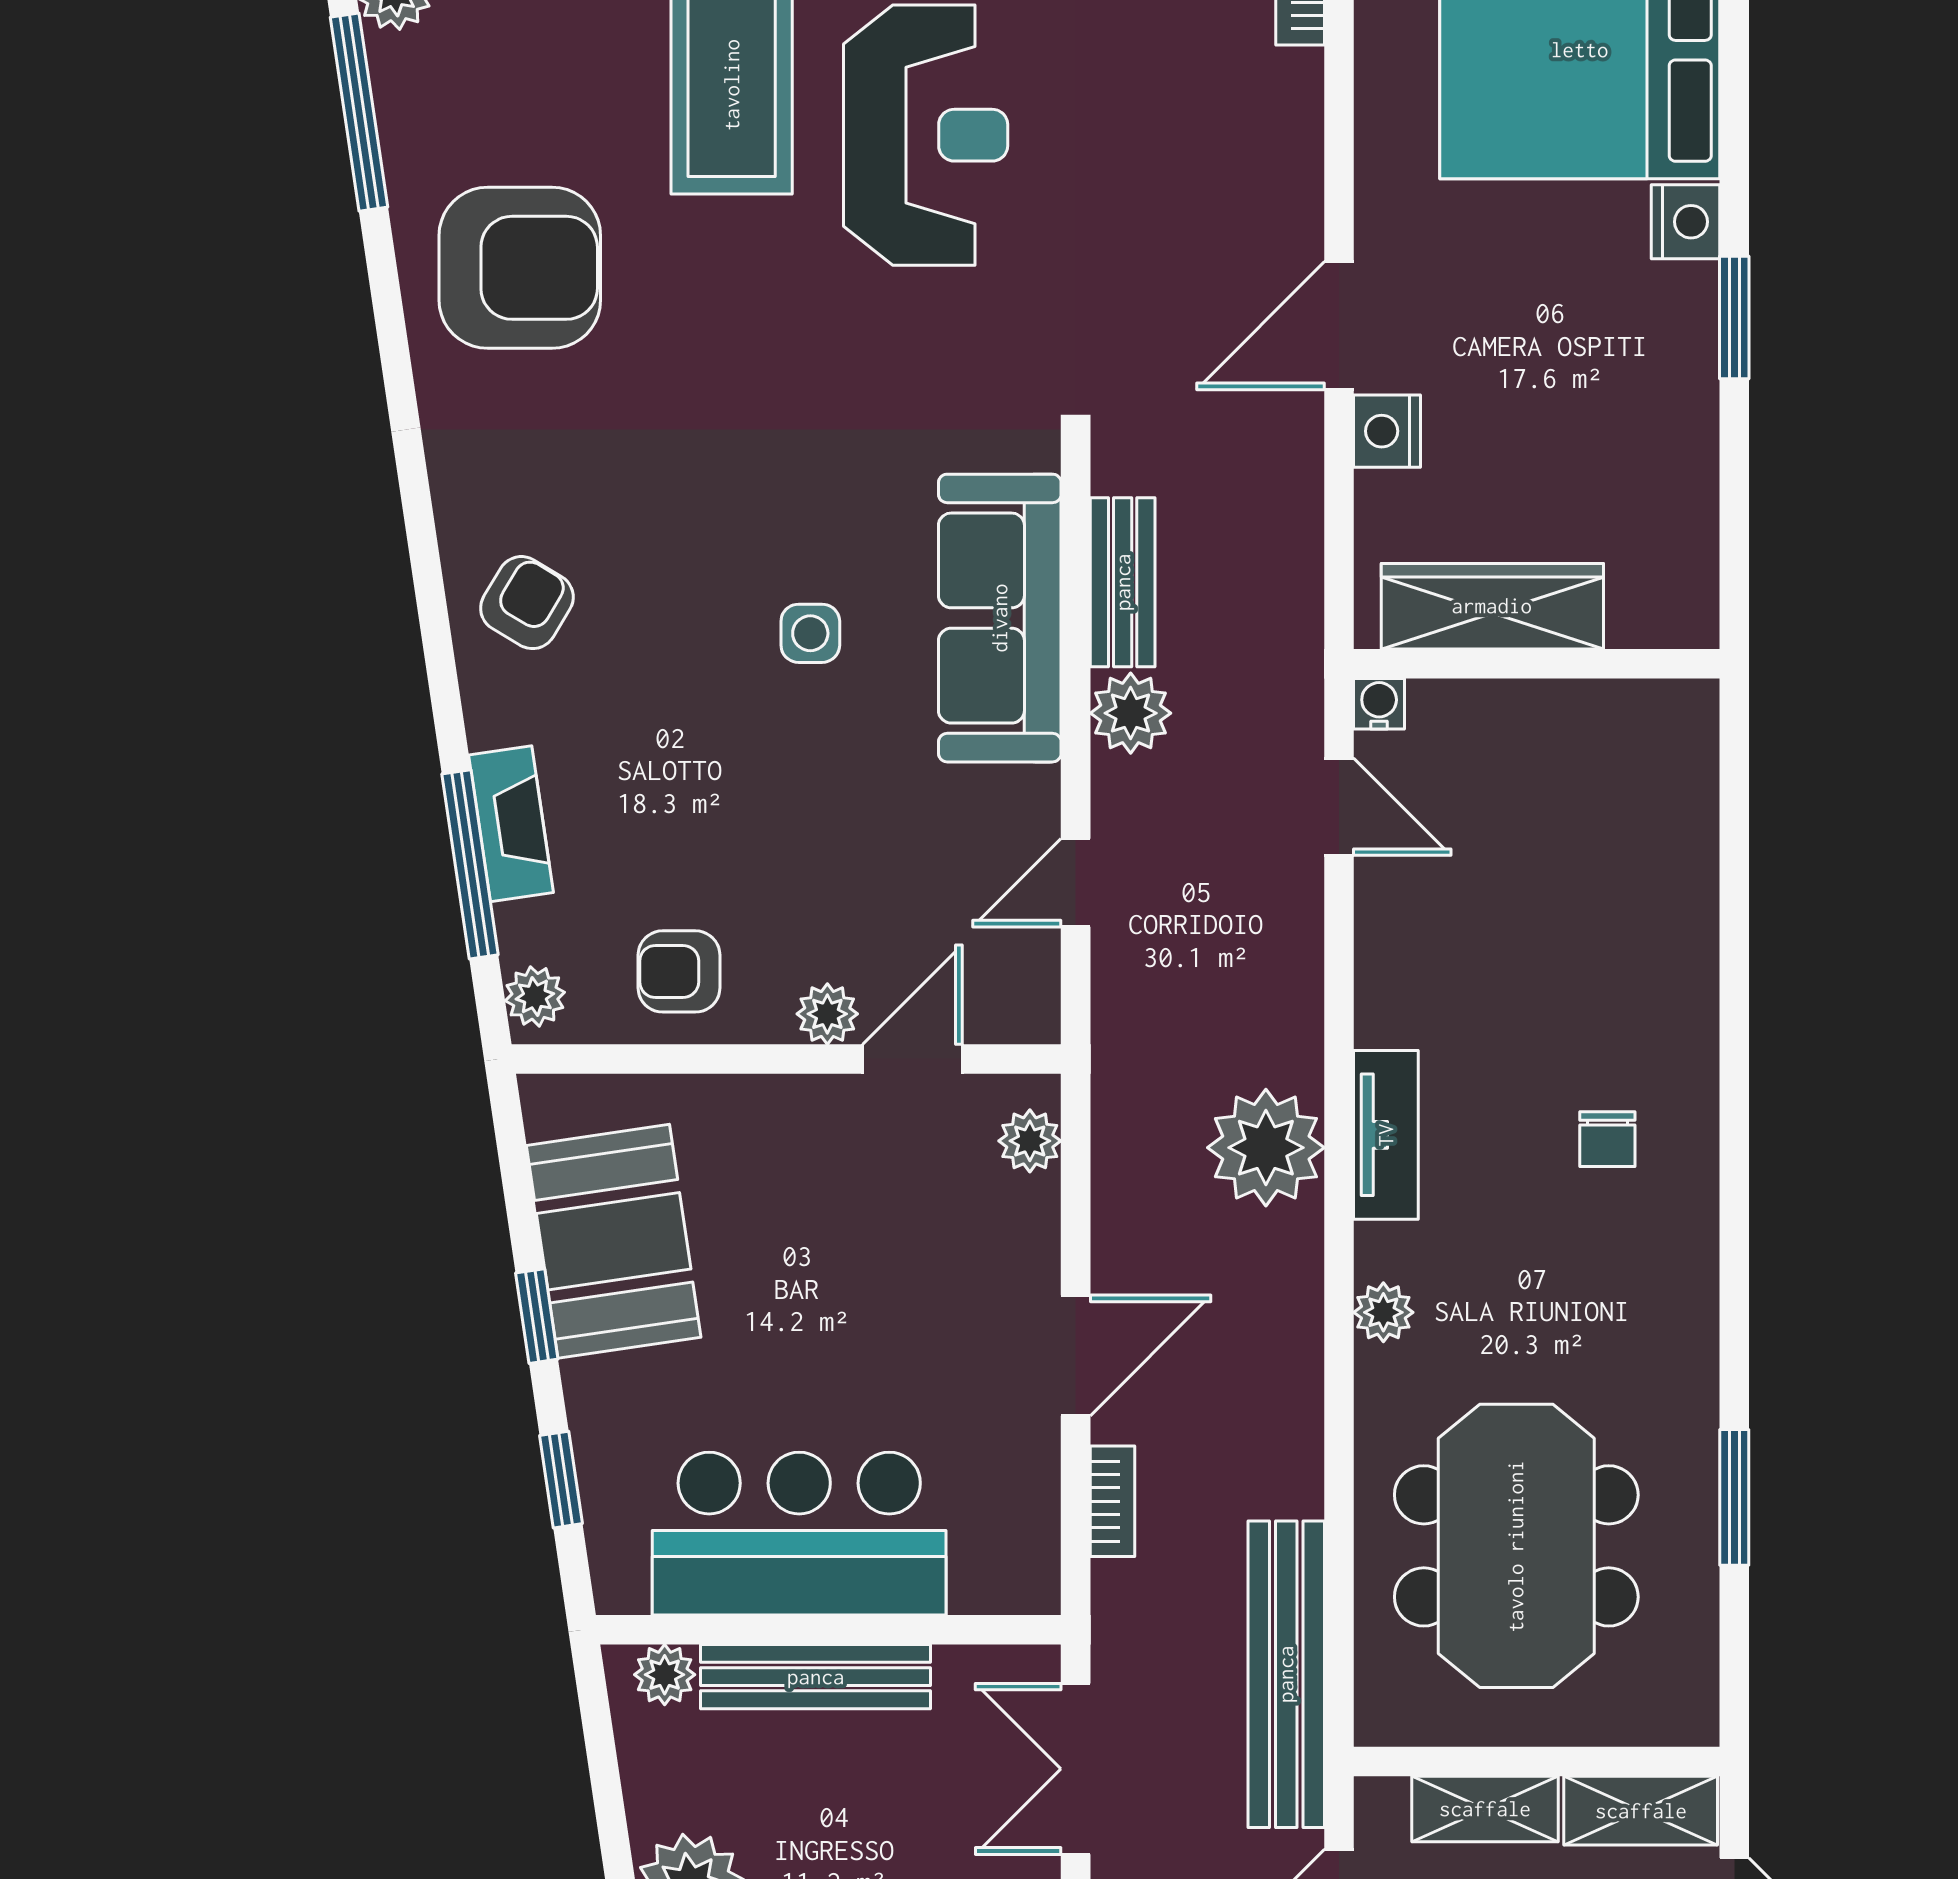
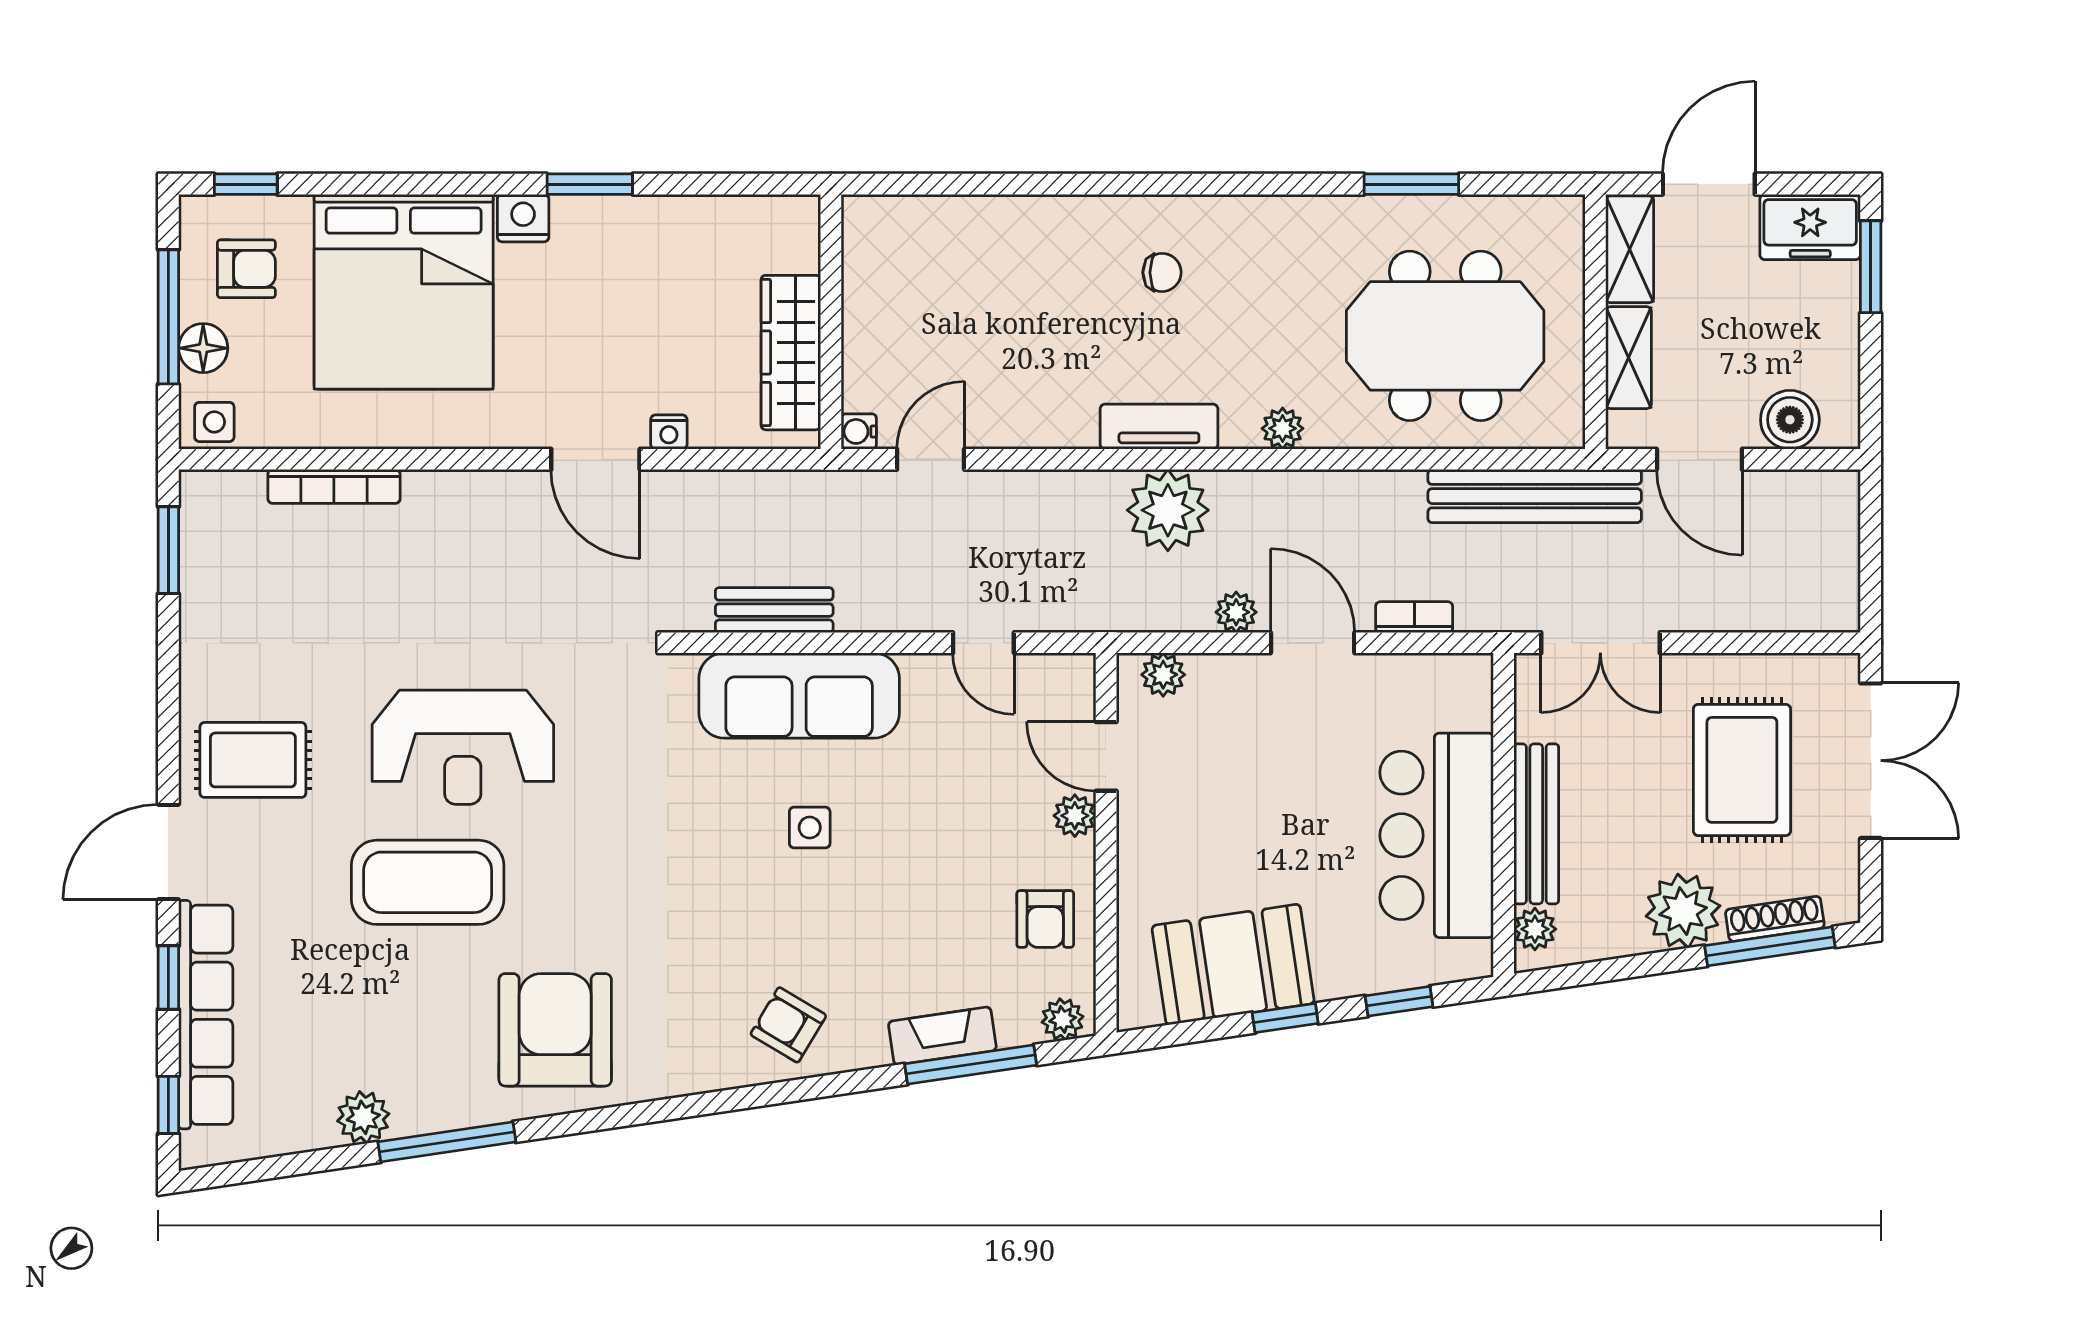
reception desk: (926, 135) -> (463, 747), turned 180
nightstand: (1387, 431) -> (669, 432), width x0.72, depth x0.74
plant: (1131, 713) -> (1236, 612), moved, width x0.73, depth x0.73

